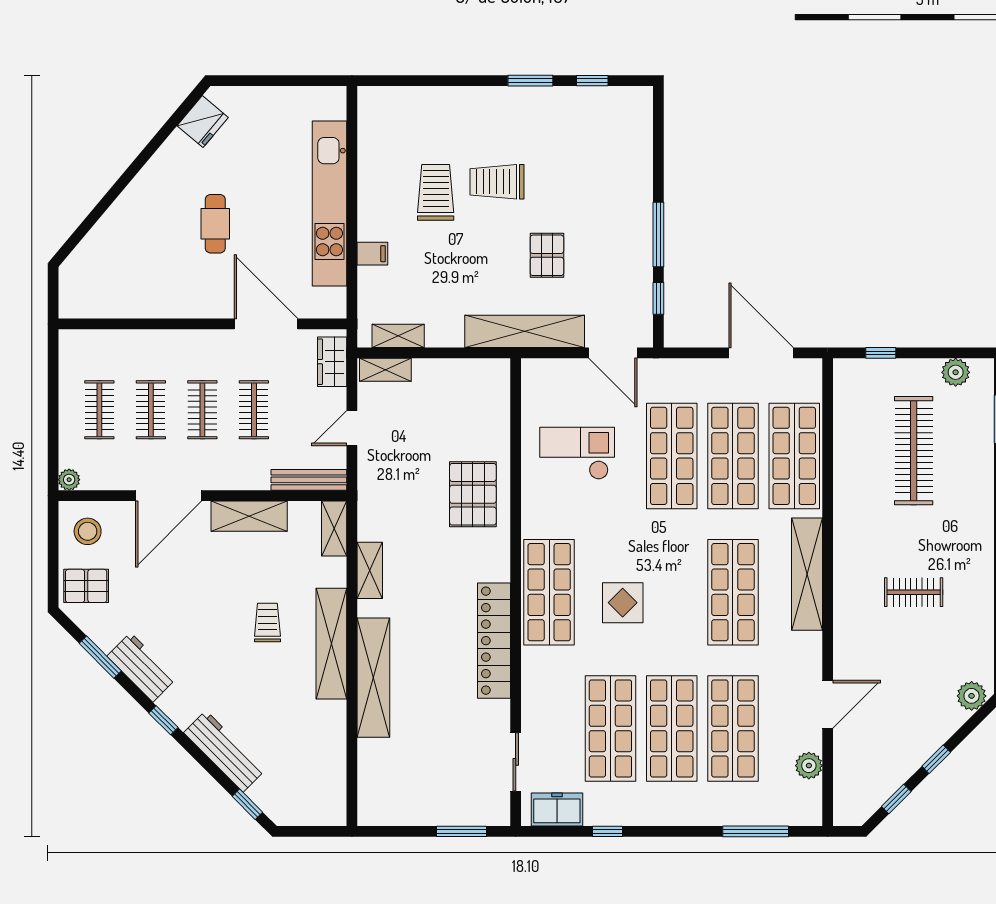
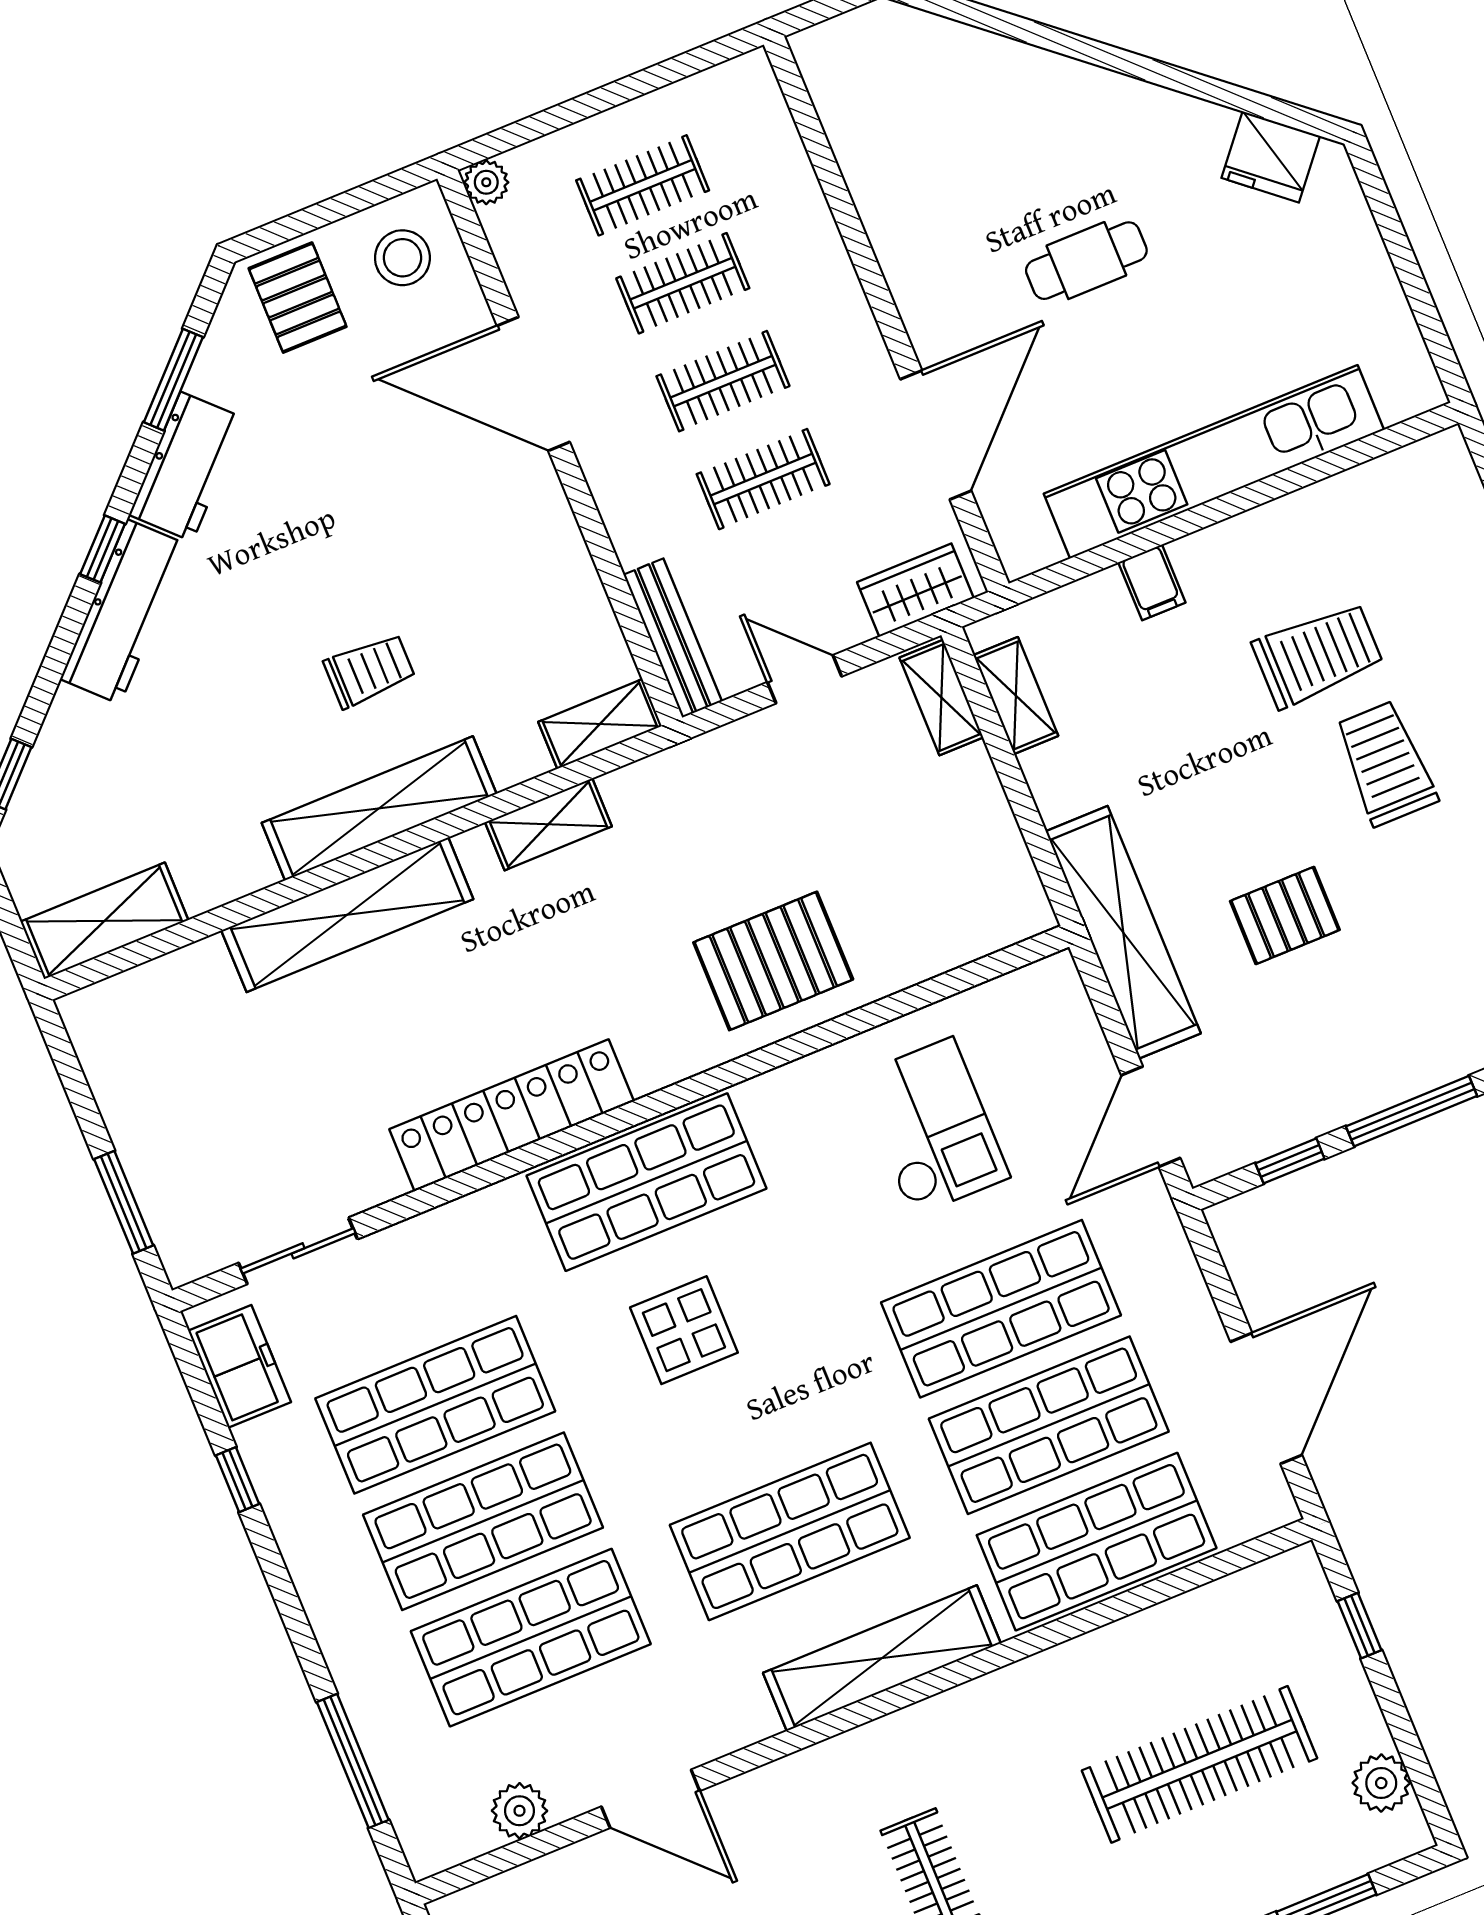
shelving: (249, 516) -> (104, 921), moved, turned 90
workbench: (224, 751) -> (123, 612), moved

